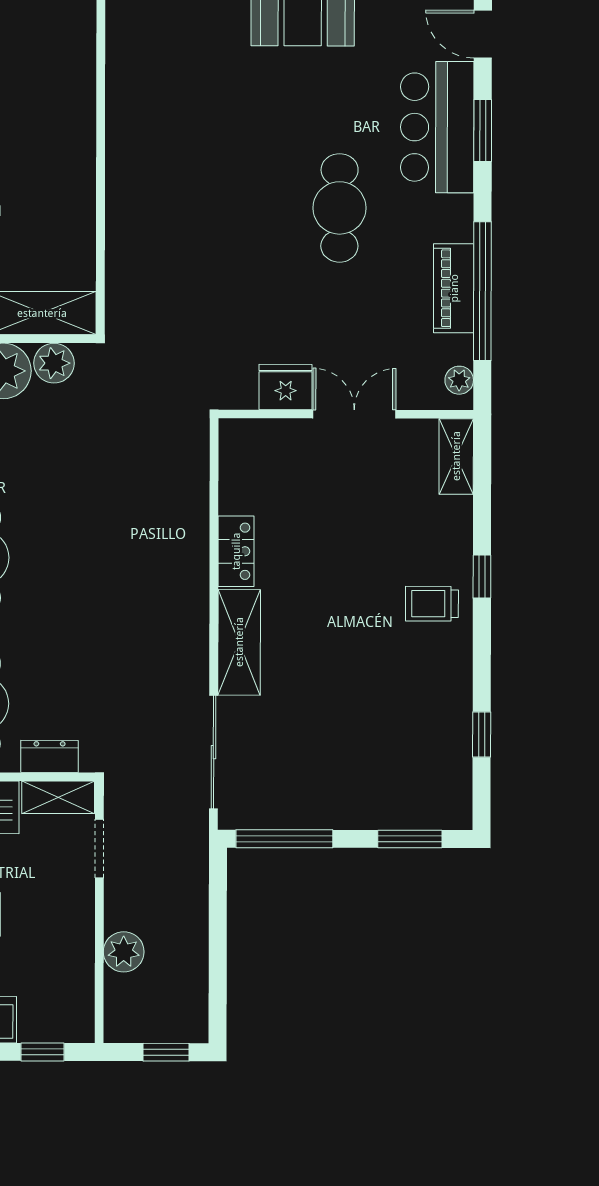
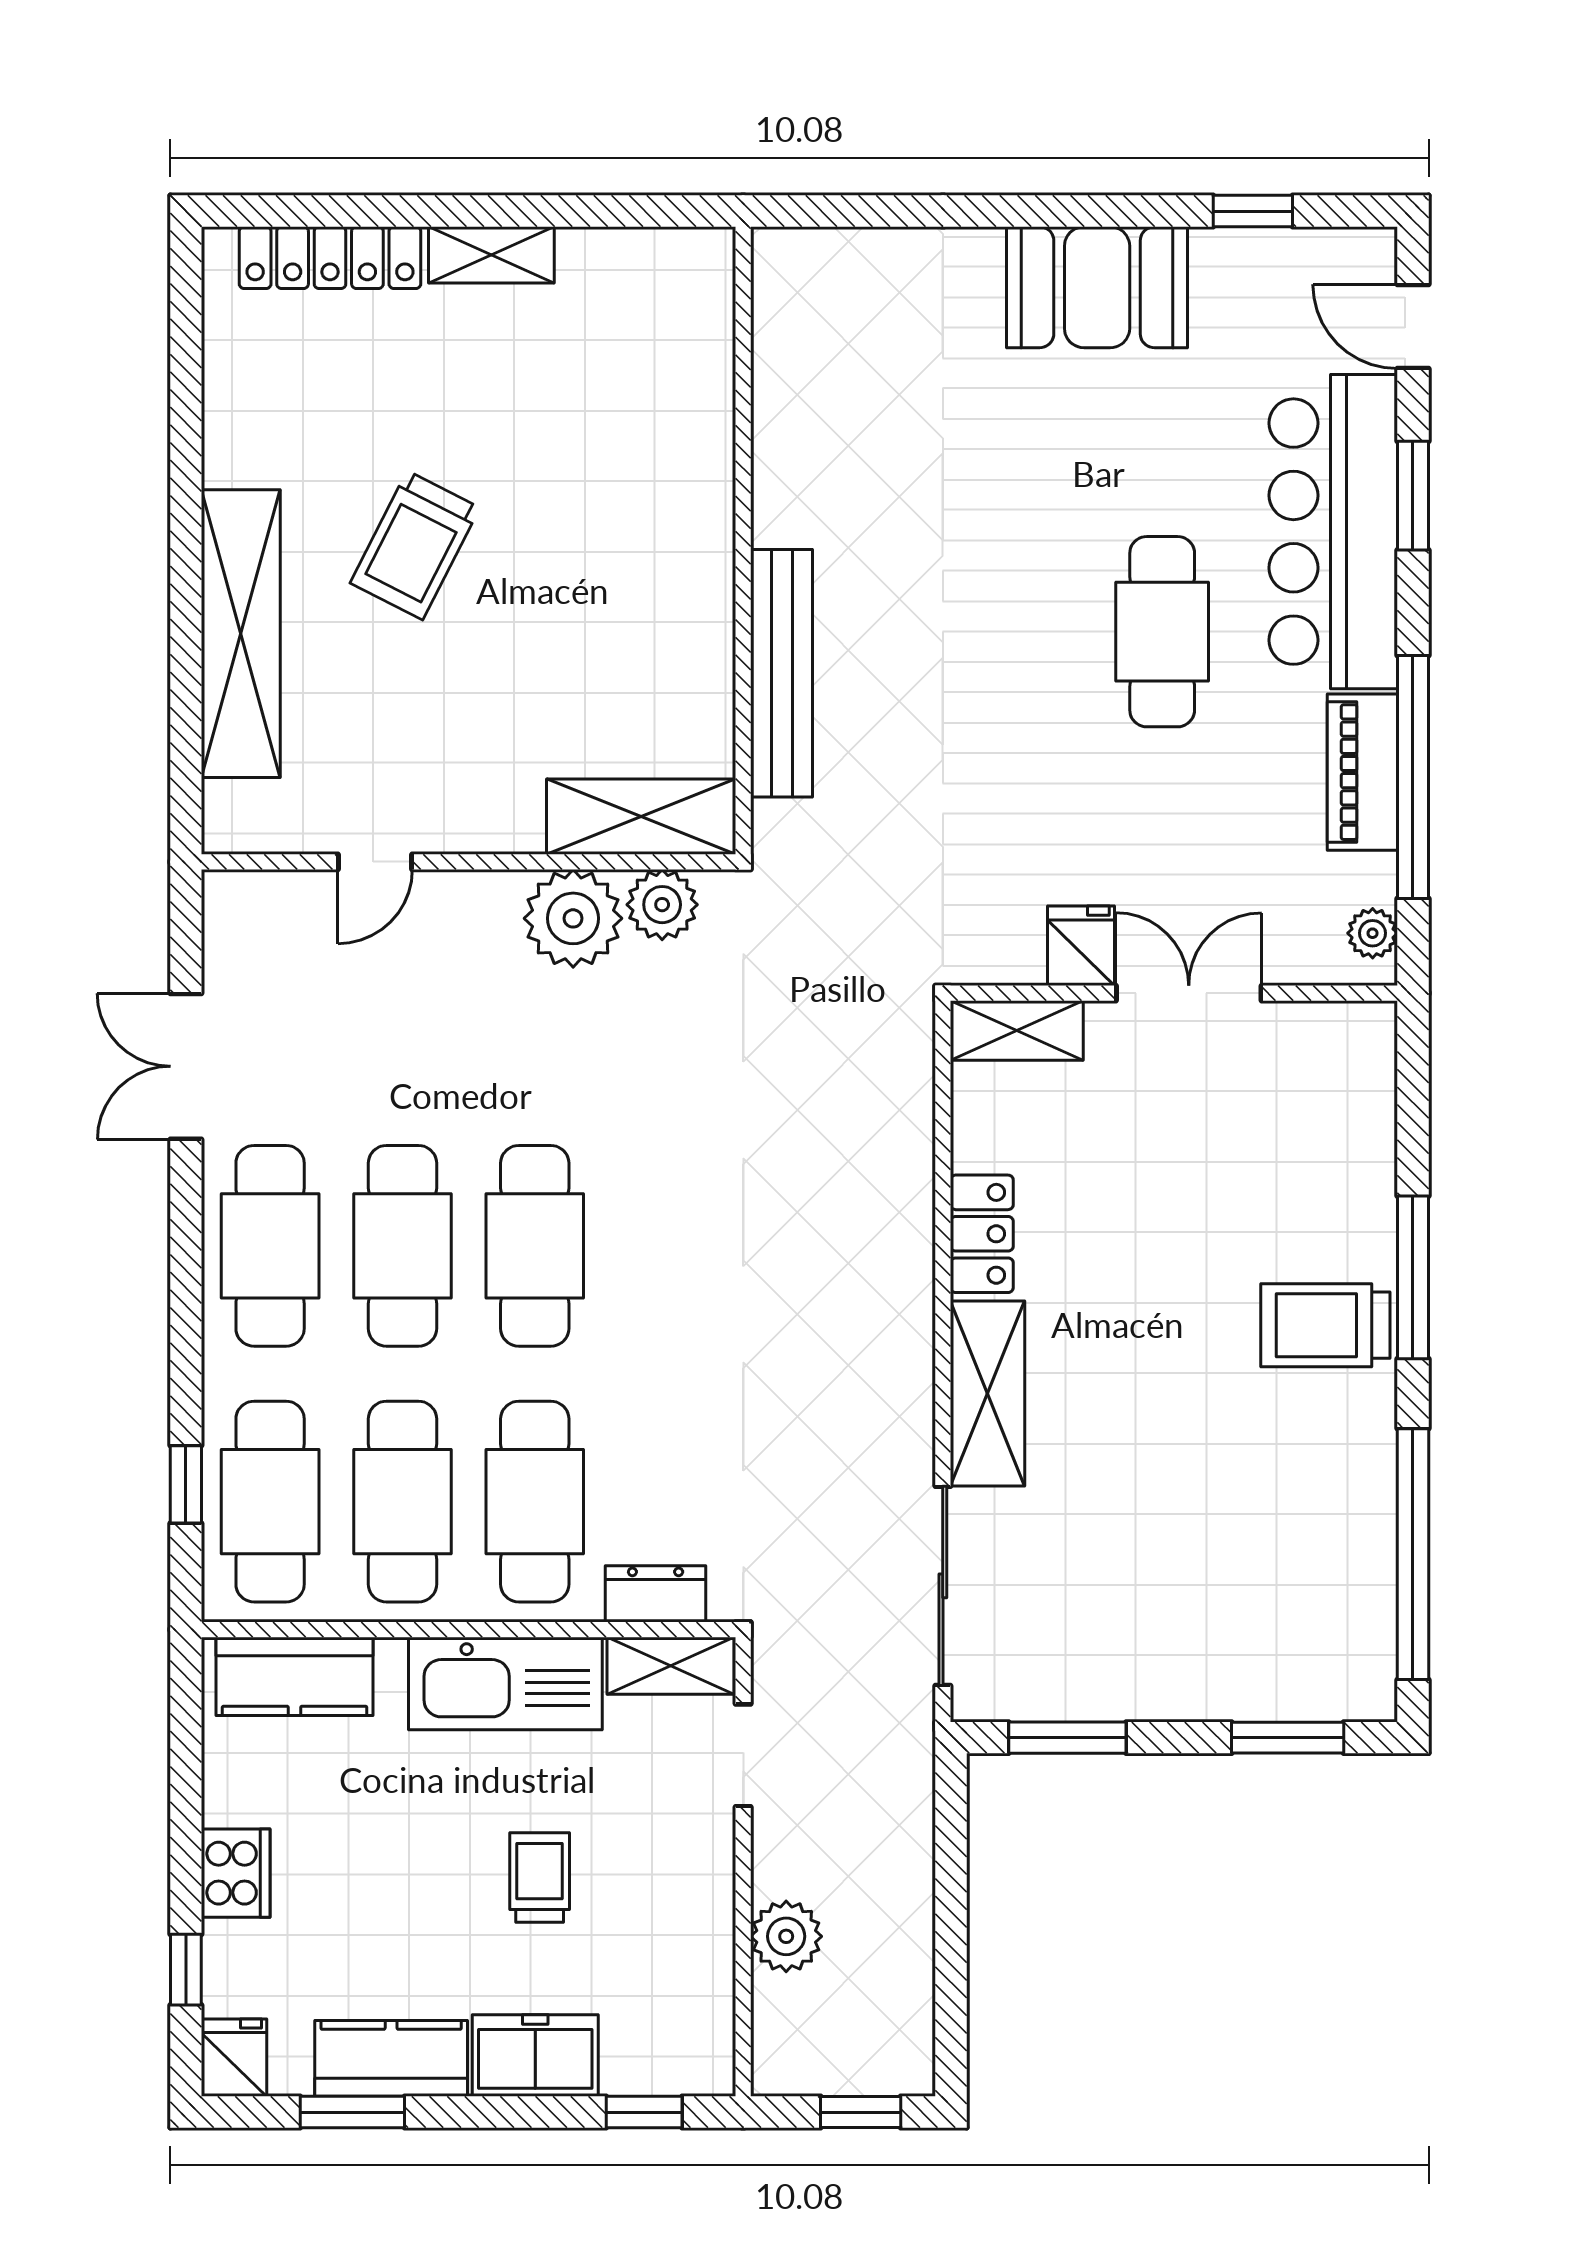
bar counter: (437, 127) -> (1333, 532), width x1.36
bench: (122, 231) -> (782, 673), added
fridge: (286, 387) -> (1081, 946), width x0.72
shelving: (456, 456) -> (1017, 1030), moved, turned 90
window: (482, 577) -> (1413, 1277), width x2.17
trolley: (432, 604) -> (1325, 1325), width x1.36, depth x1.39
window: (482, 734) -> (1413, 1554), width x3.17
window: (284, 839) -> (1067, 1738), width x0.69

